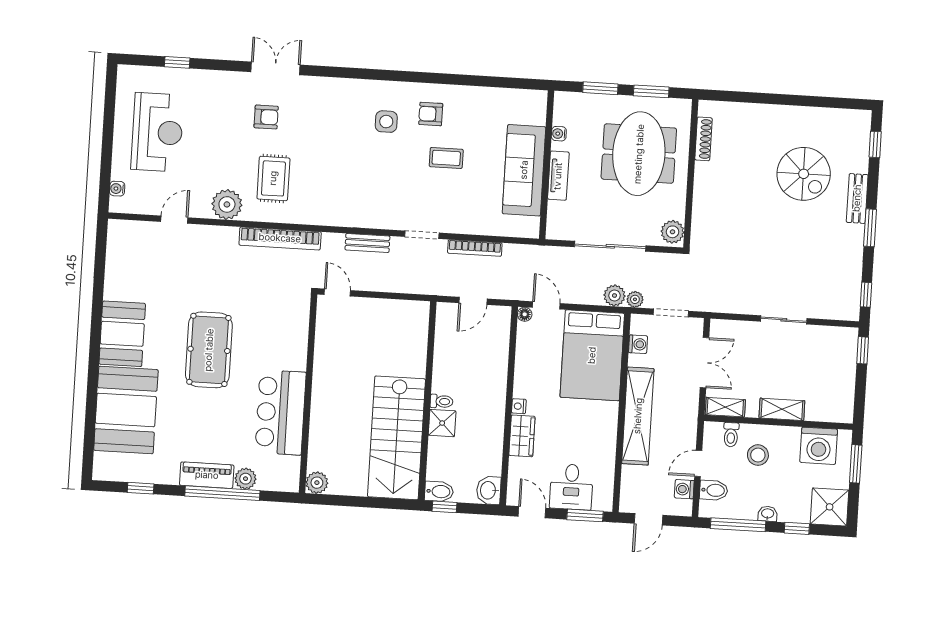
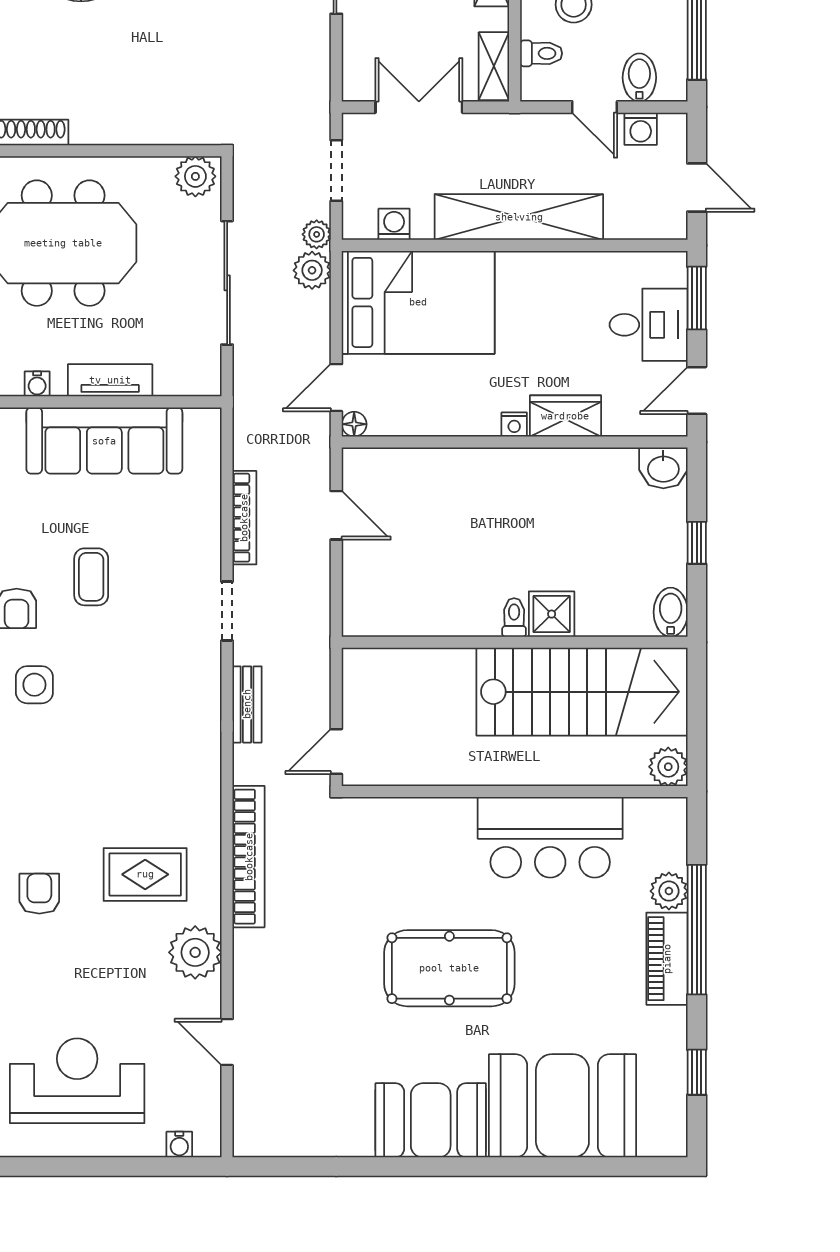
wall: (427, 401) -> (515, 642), moved
toilet: (441, 401) -> (514, 617), moved
shower: (442, 423) -> (552, 614), moved
stairs: (396, 438) -> (582, 692), moved
bidet: (439, 491) -> (671, 612), moved

